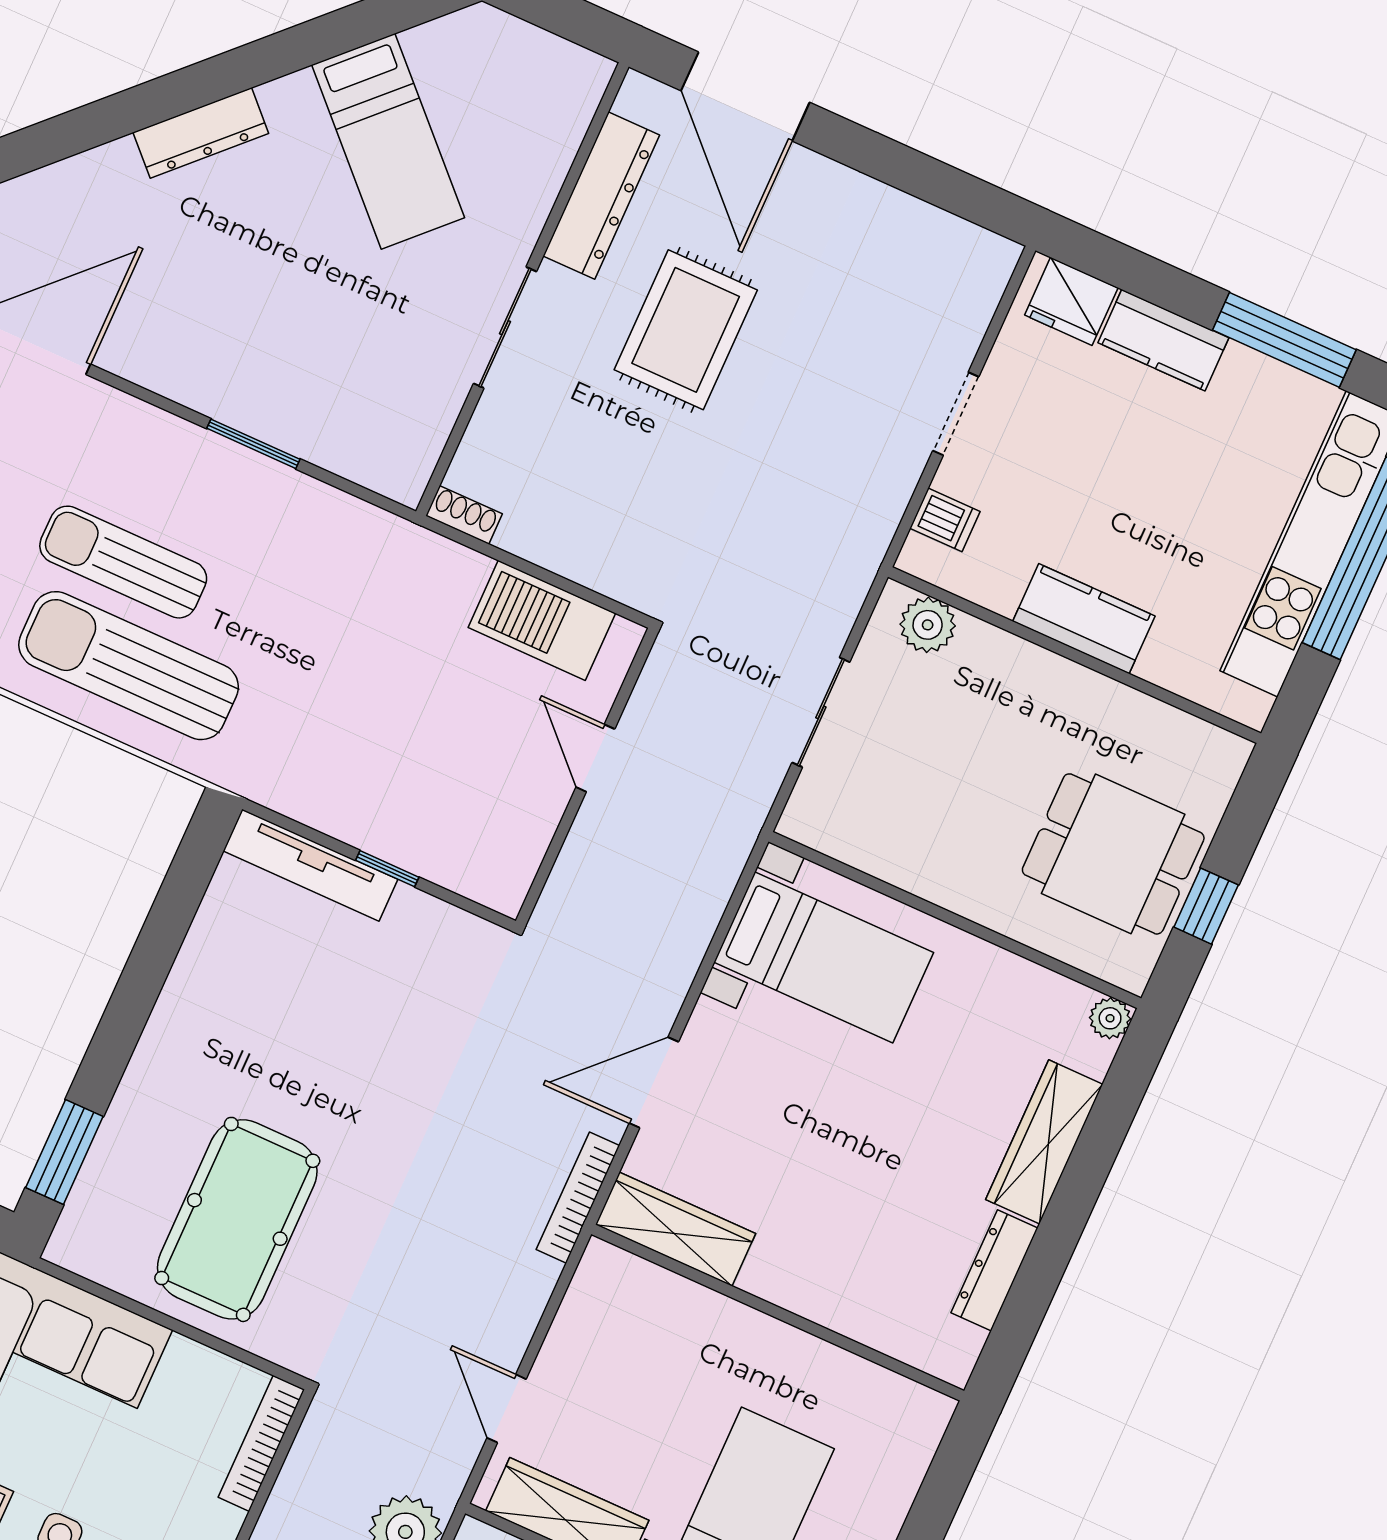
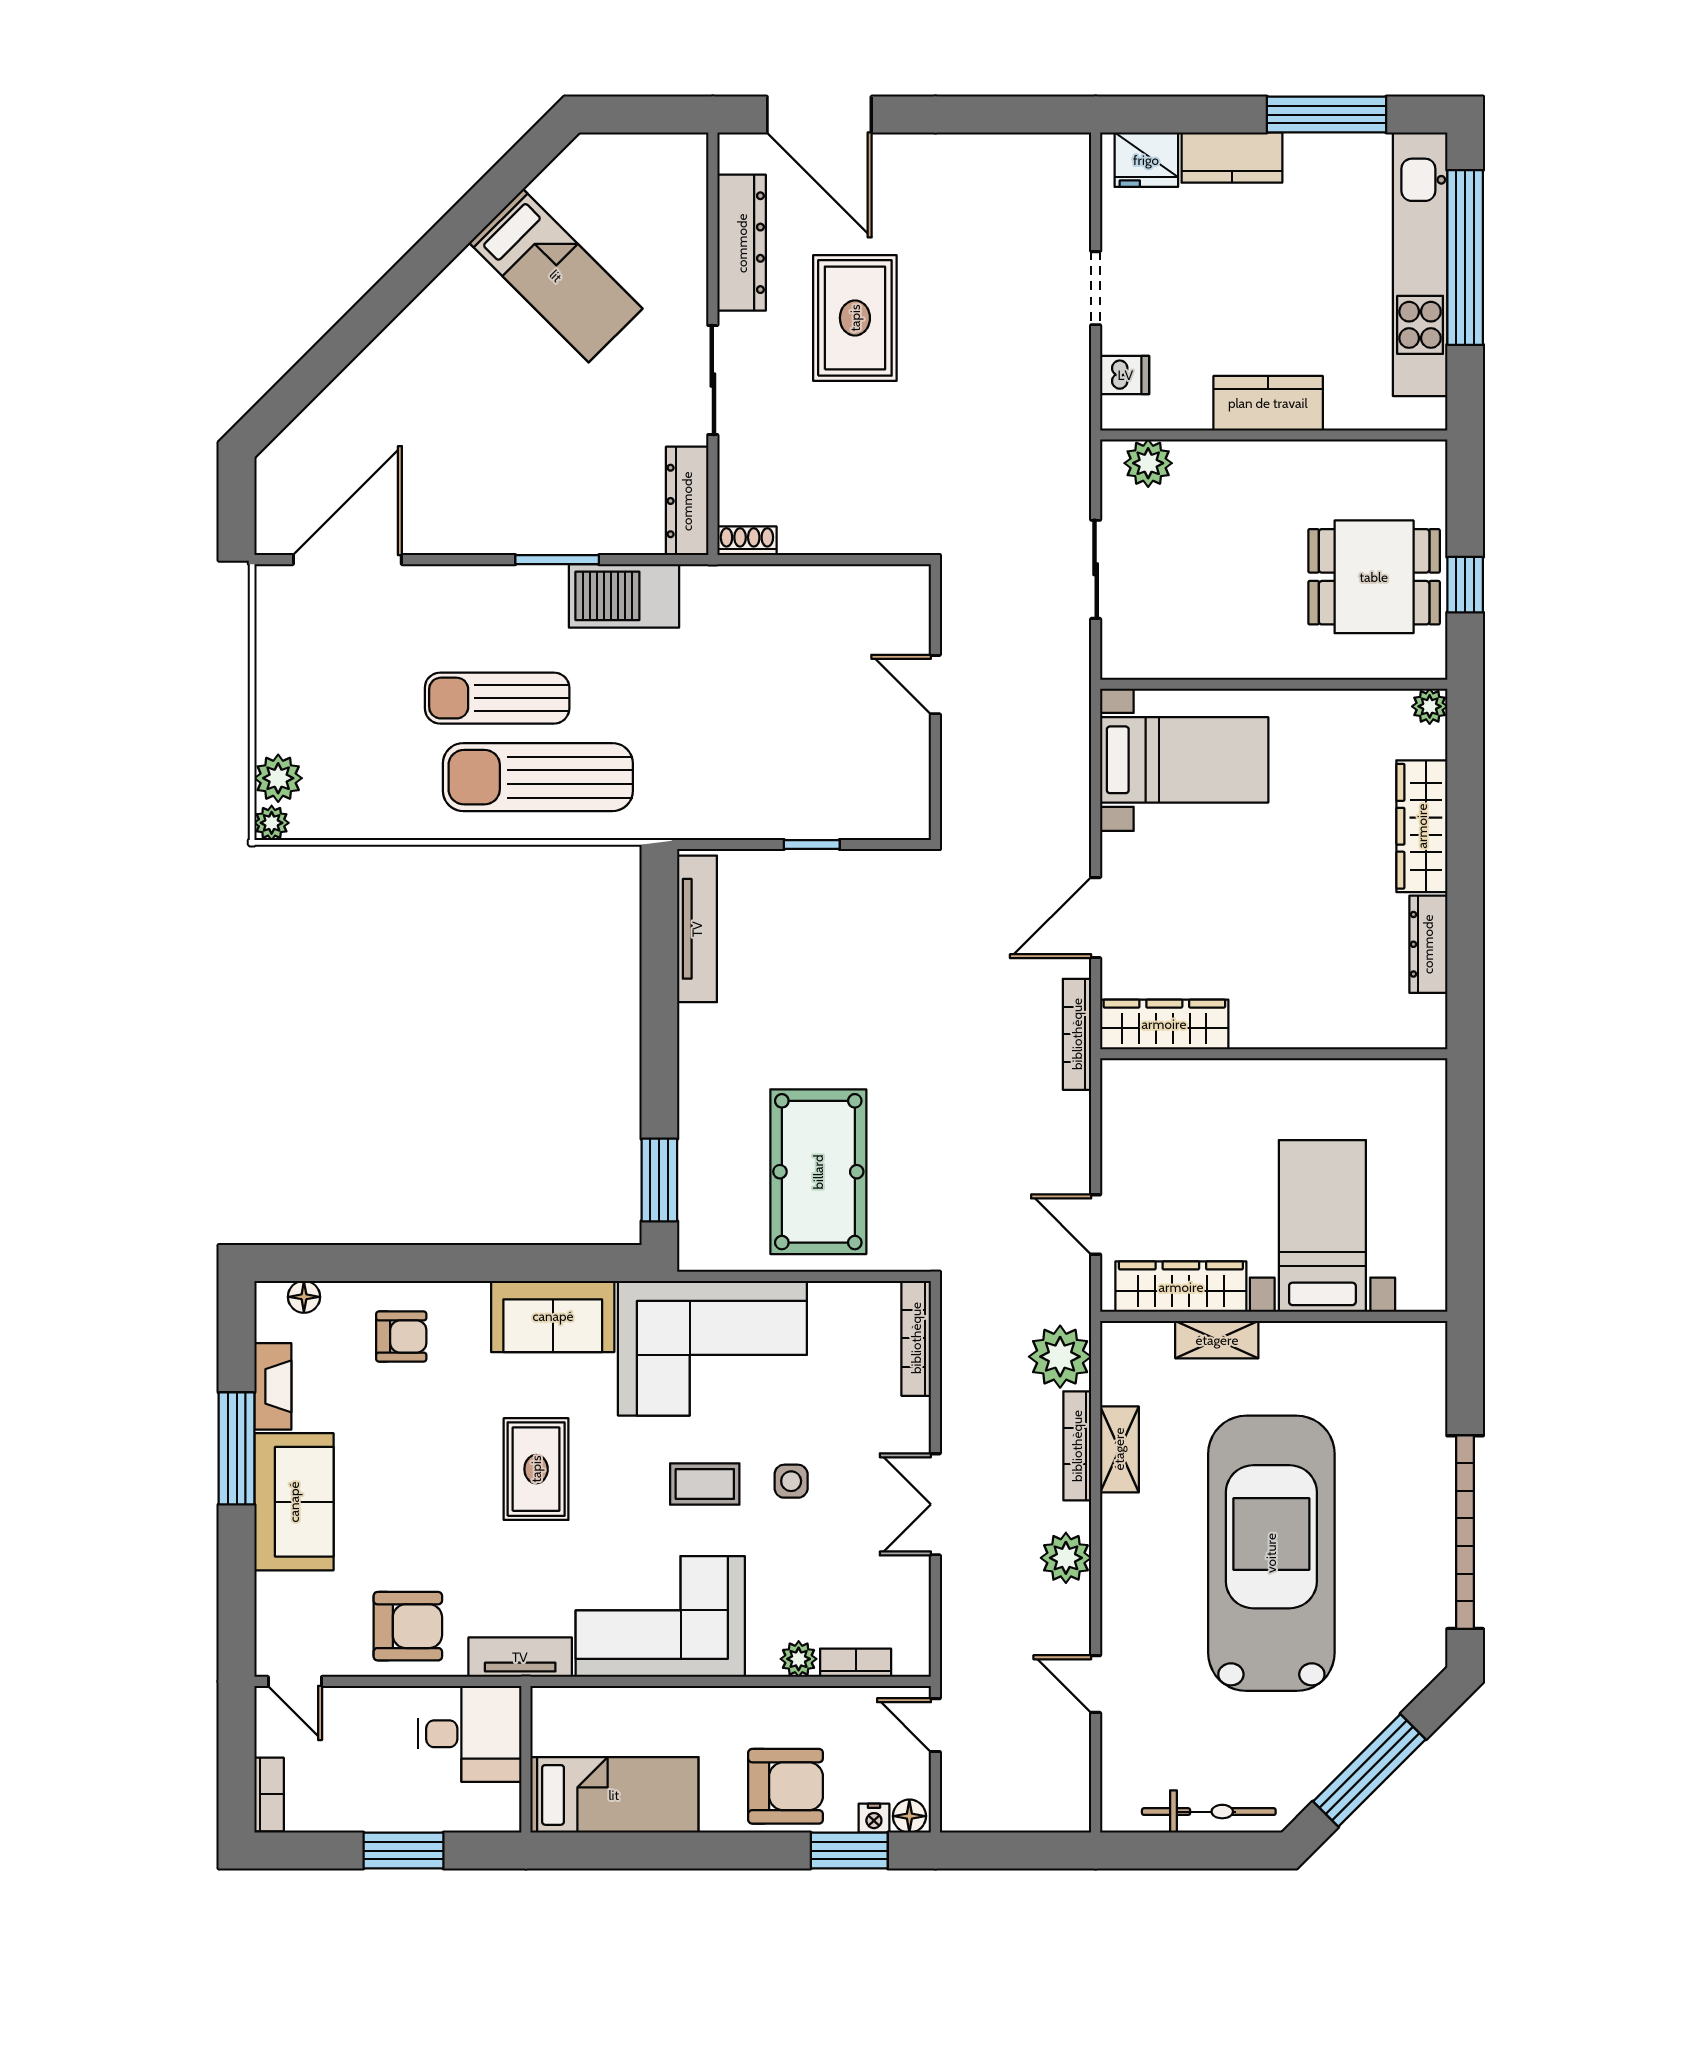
dresser: (201, 133) -> (687, 501), moved, turned 135
barbecue: (542, 620) -> (624, 596), moved
tv unit: (310, 865) -> (697, 929), moved, turned -90

